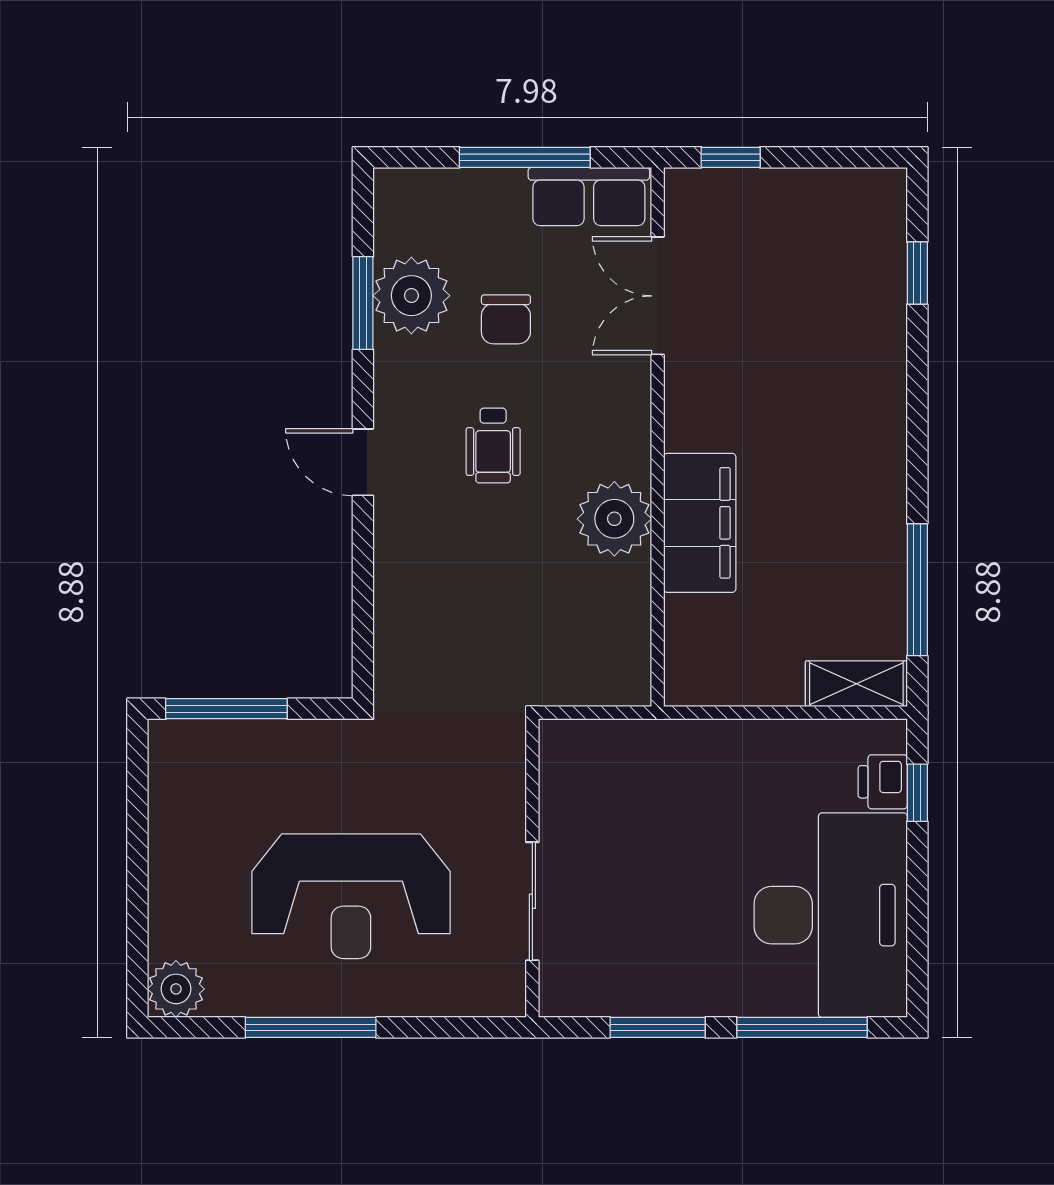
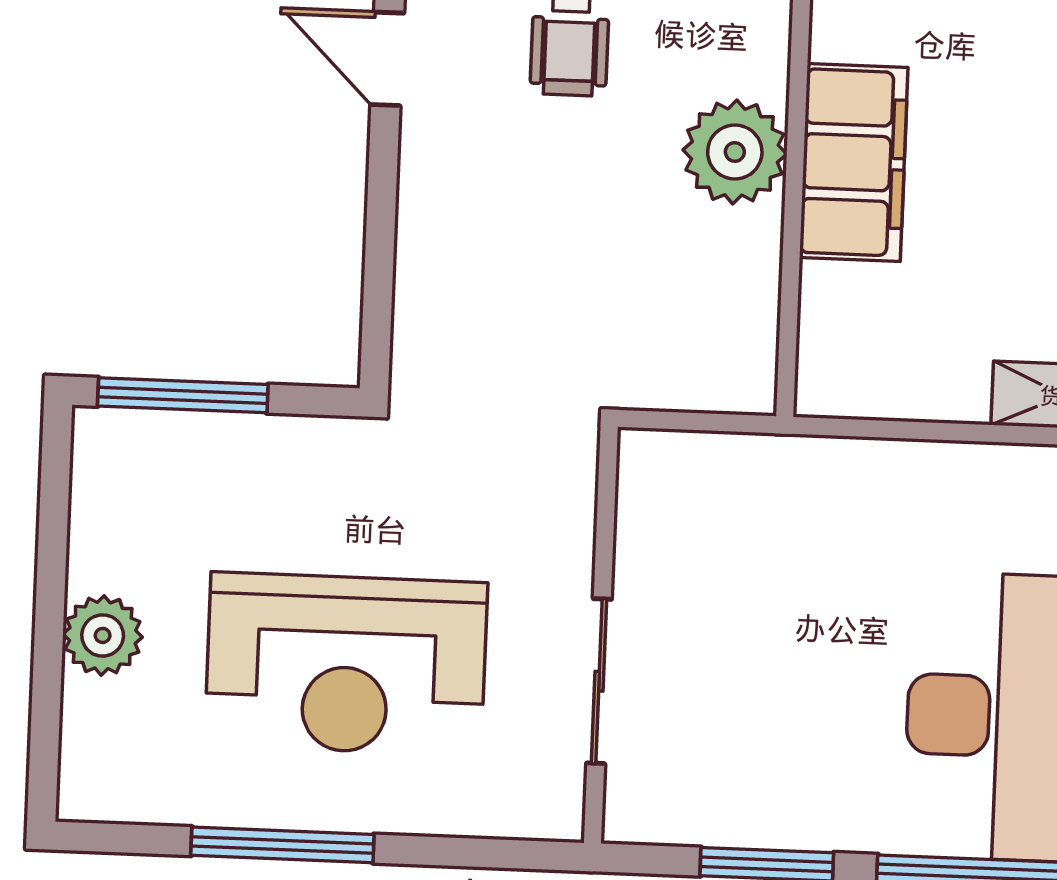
plant: (176, 989) -> (103, 635), moved

